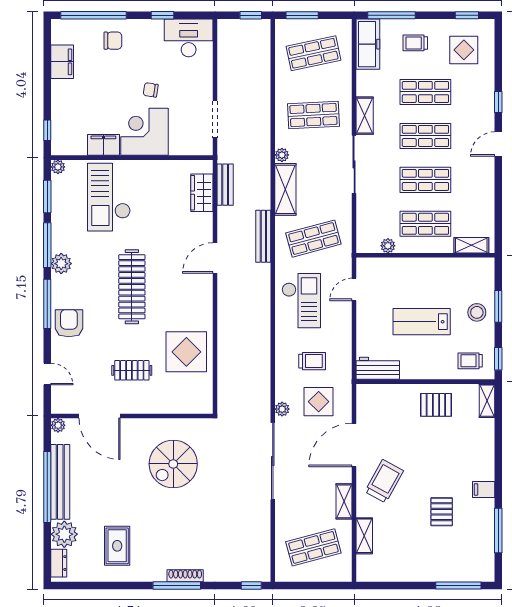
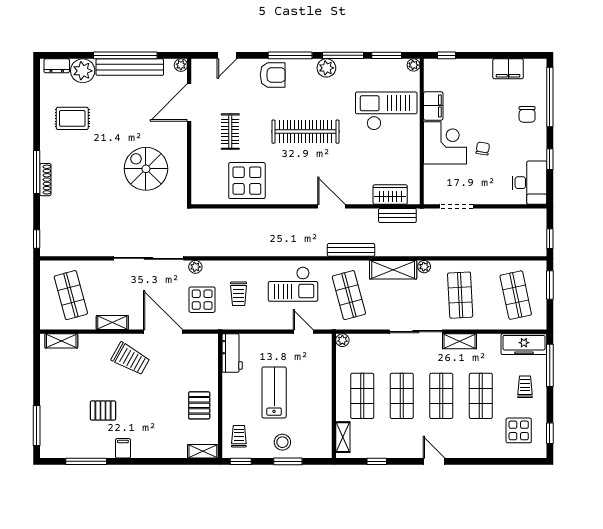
window: (498, 102) -> (377, 461), moved
plant: (388, 246) -> (342, 340), moved
shelving: (364, 536) -> (61, 341), moved

